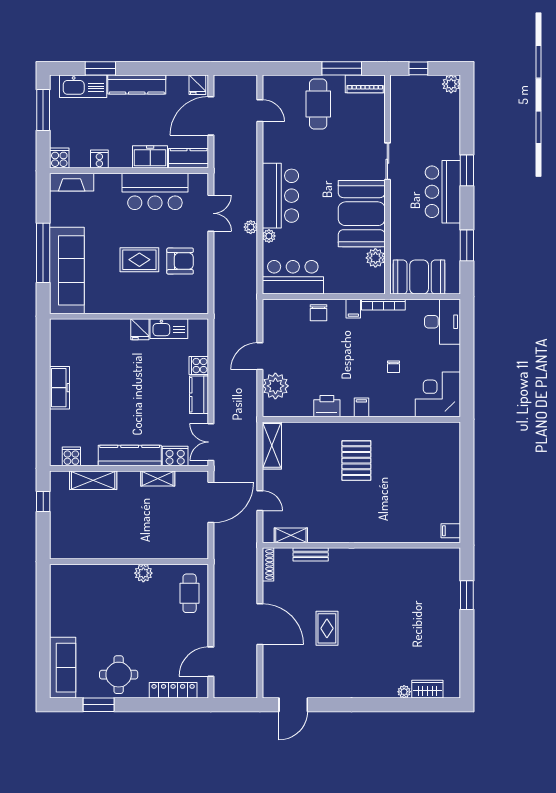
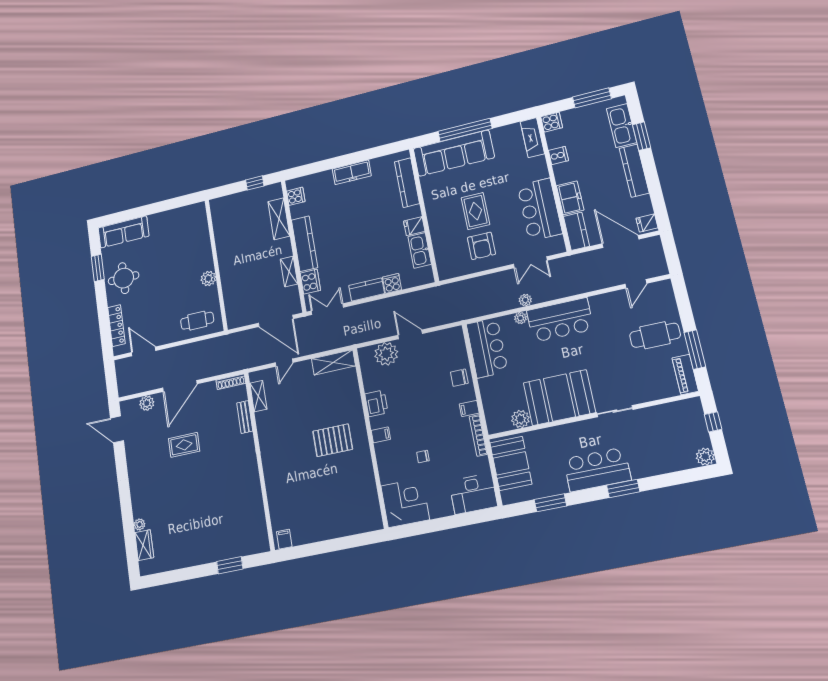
kitchen counter: (88, 328) -> (407, 183), added
plant: (271, 666) -> (147, 403), added

